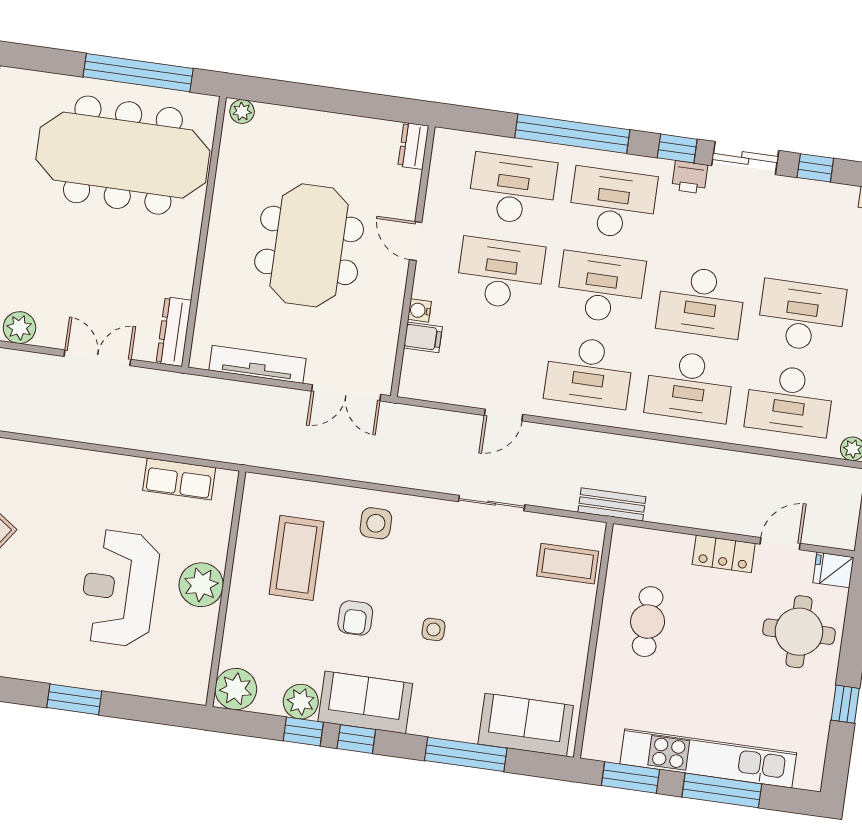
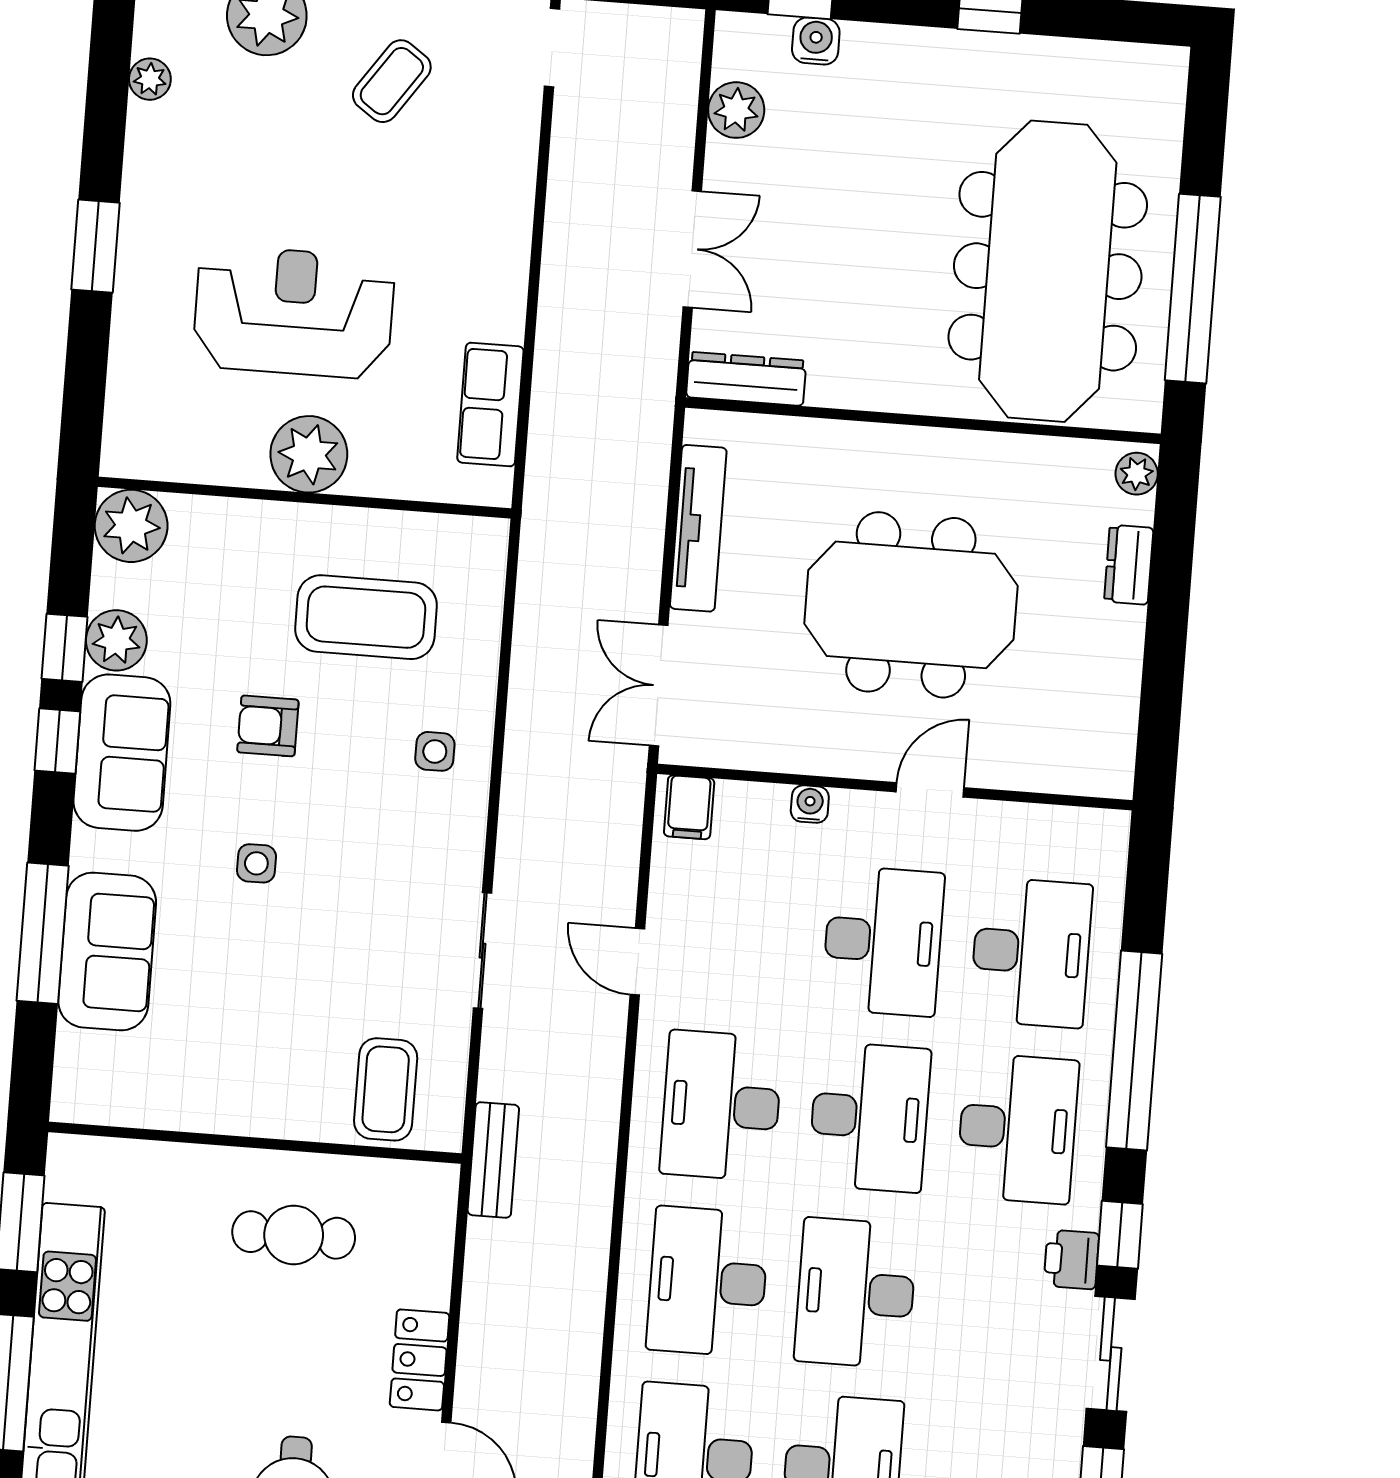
dresser: (413, 146) -> (1129, 565), moved, turned -90
filing cabinet: (423, 337) -> (689, 807), moved
side table: (376, 523) -> (435, 751), width x0.73, depth x0.73
sofa: (526, 725) -> (107, 952), moved

